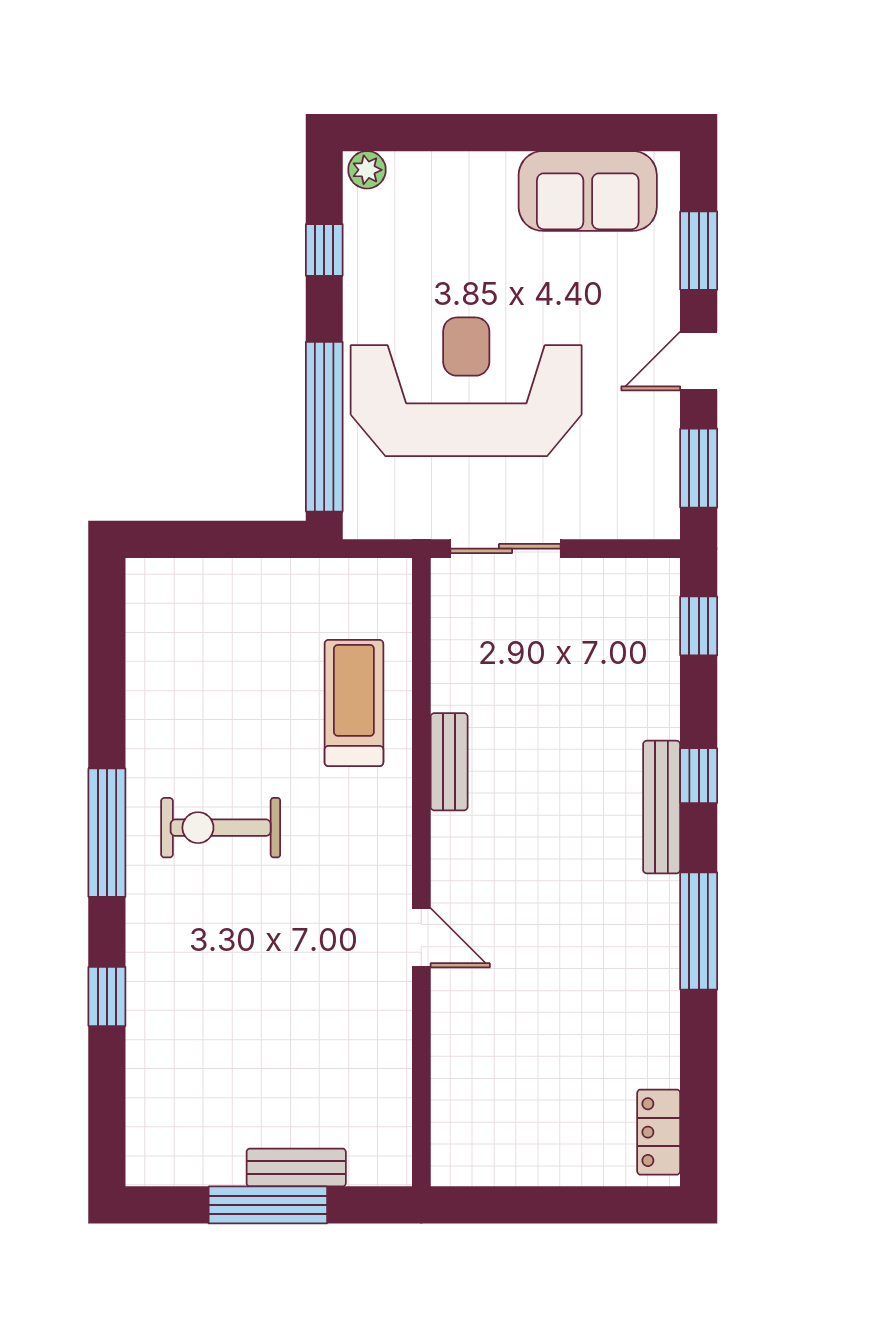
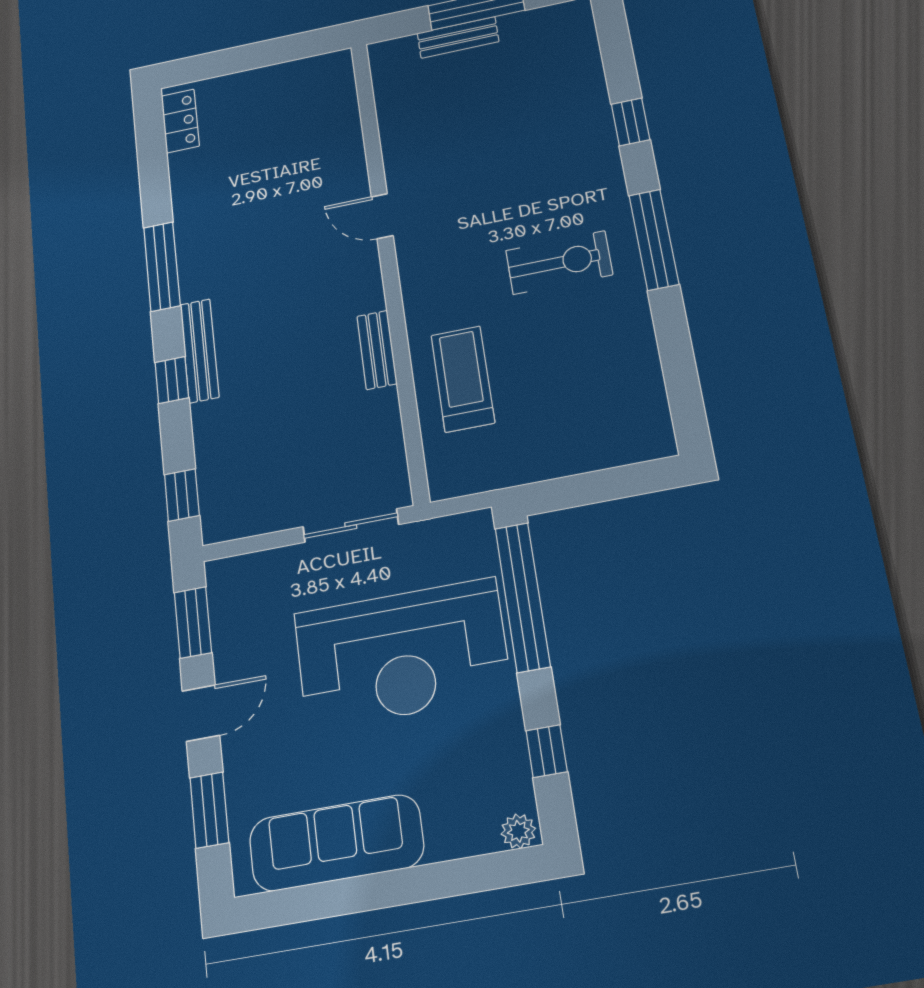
sofa: (588, 191) -> (336, 843), width x1.36
treadmill: (354, 703) -> (463, 379), turned 180

